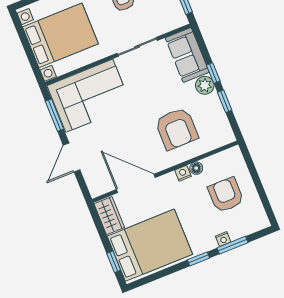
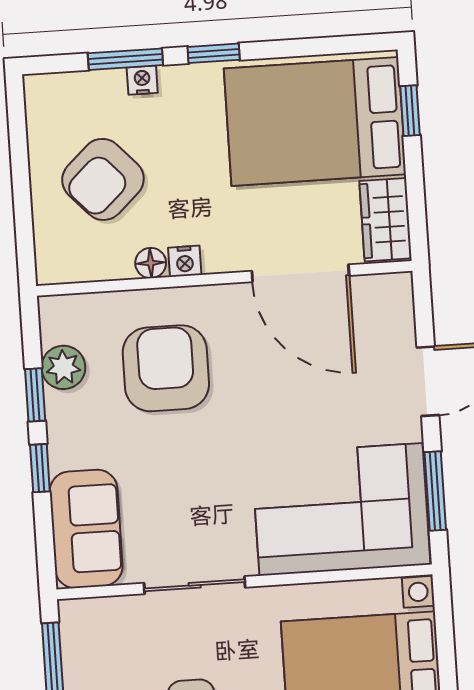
plant: (205, 85) -> (63, 367), moved
armchair: (226, 195) -> (103, 179), turned 47

